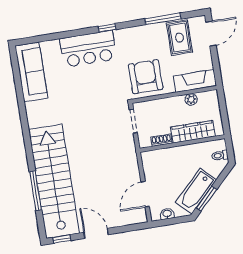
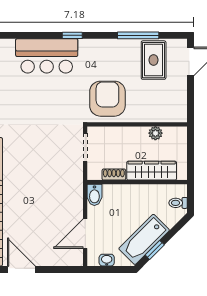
fireplace: (195, 81) -> (163, 113), removed
bidet: (148, 160) -> (94, 195), added
window: (207, 199) -> (155, 250), width x0.67

